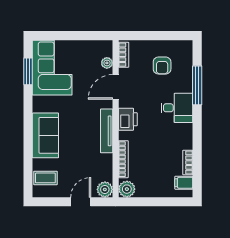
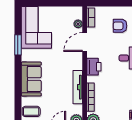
armchair: (162, 66) -> (120, 26), turned 90
window: (28, 71) -> (18, 45), moved
tv unit: (107, 131) -> (78, 87), moved

